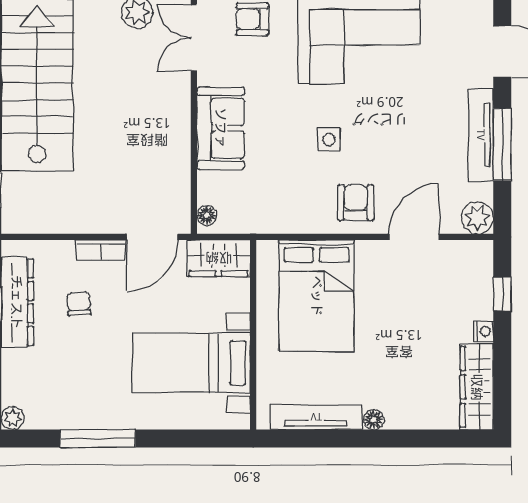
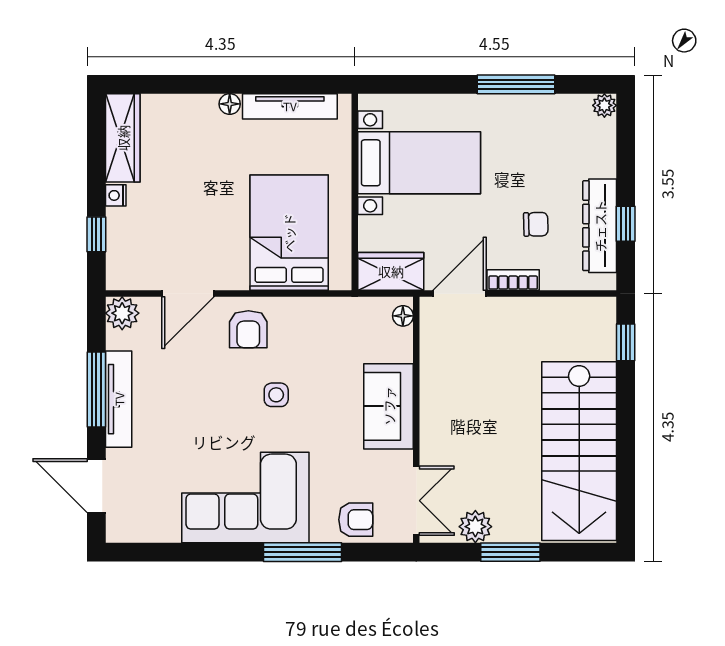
chair: (79, 304) -> (536, 224), turned -88

